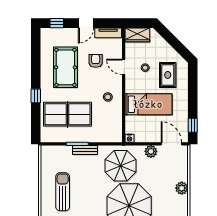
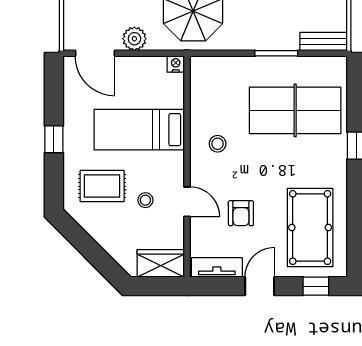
pool table: (65, 67) -> (310, 228), moved
rug: (168, 75) -> (102, 186), turned 90
window: (193, 125) -> (54, 139), moved
bench: (85, 150) -> (324, 41), moved

